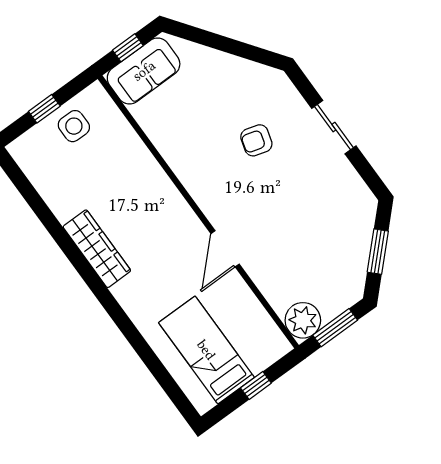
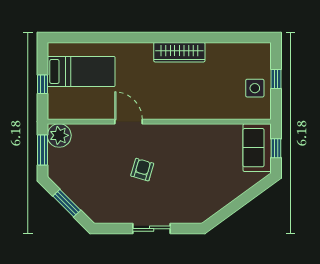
armchair: (256, 140) -> (142, 170), moved

